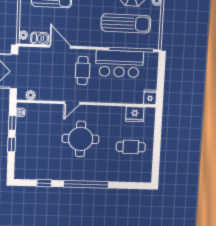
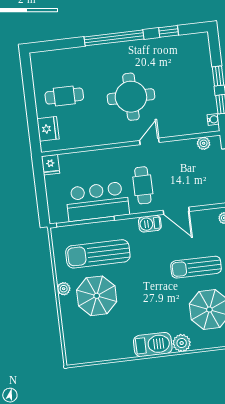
barbecue: (40, 38) -> (150, 224), moved
fridge: (135, 114) -> (48, 129), moved, turned 90

